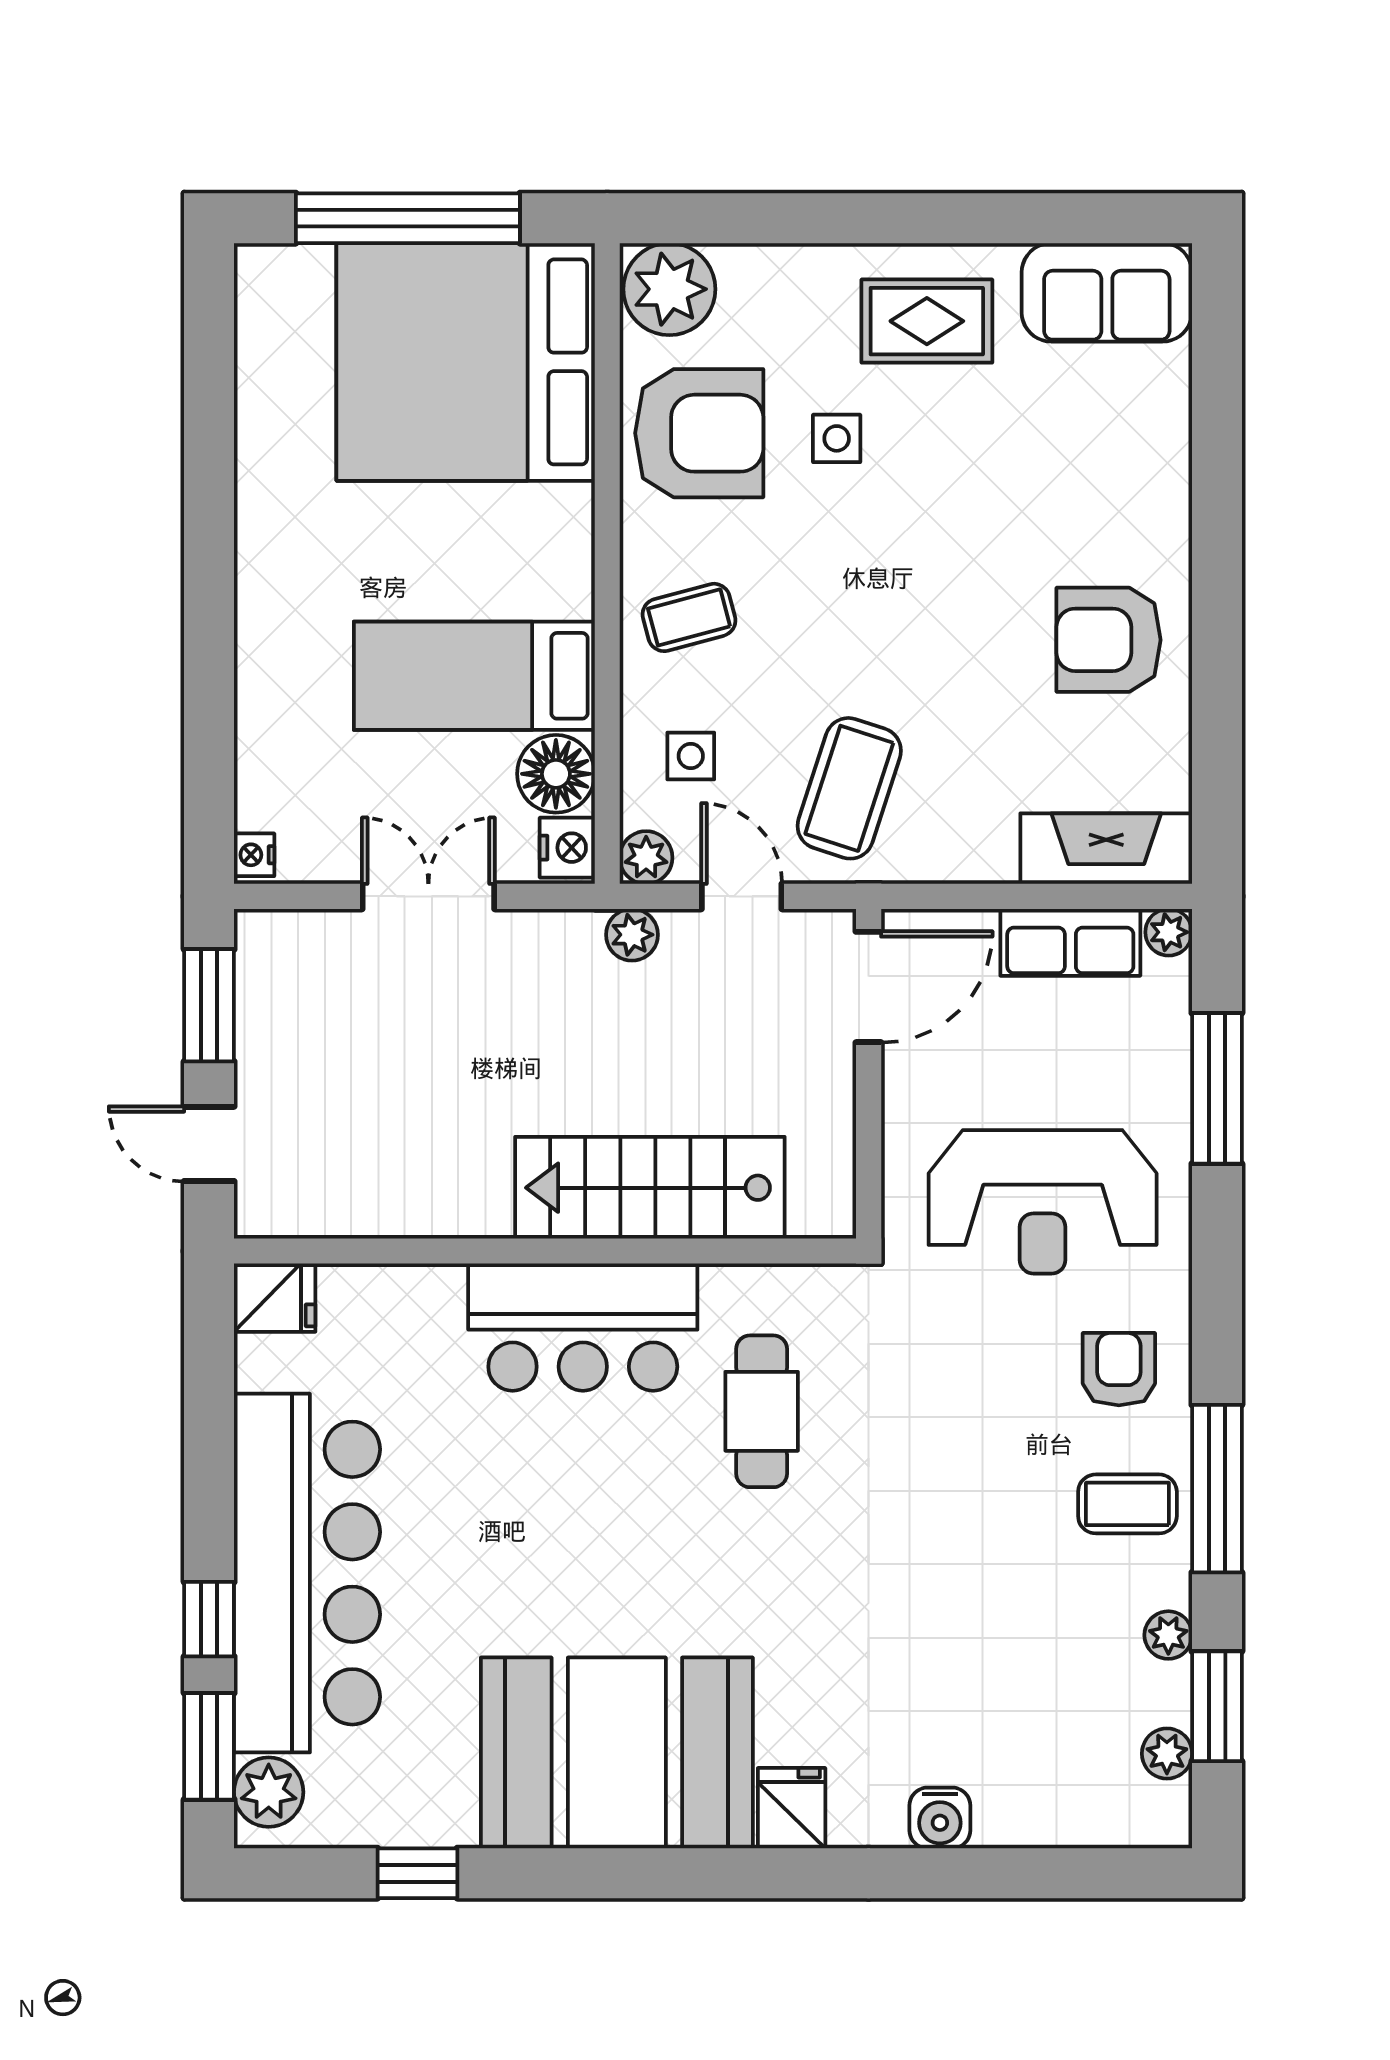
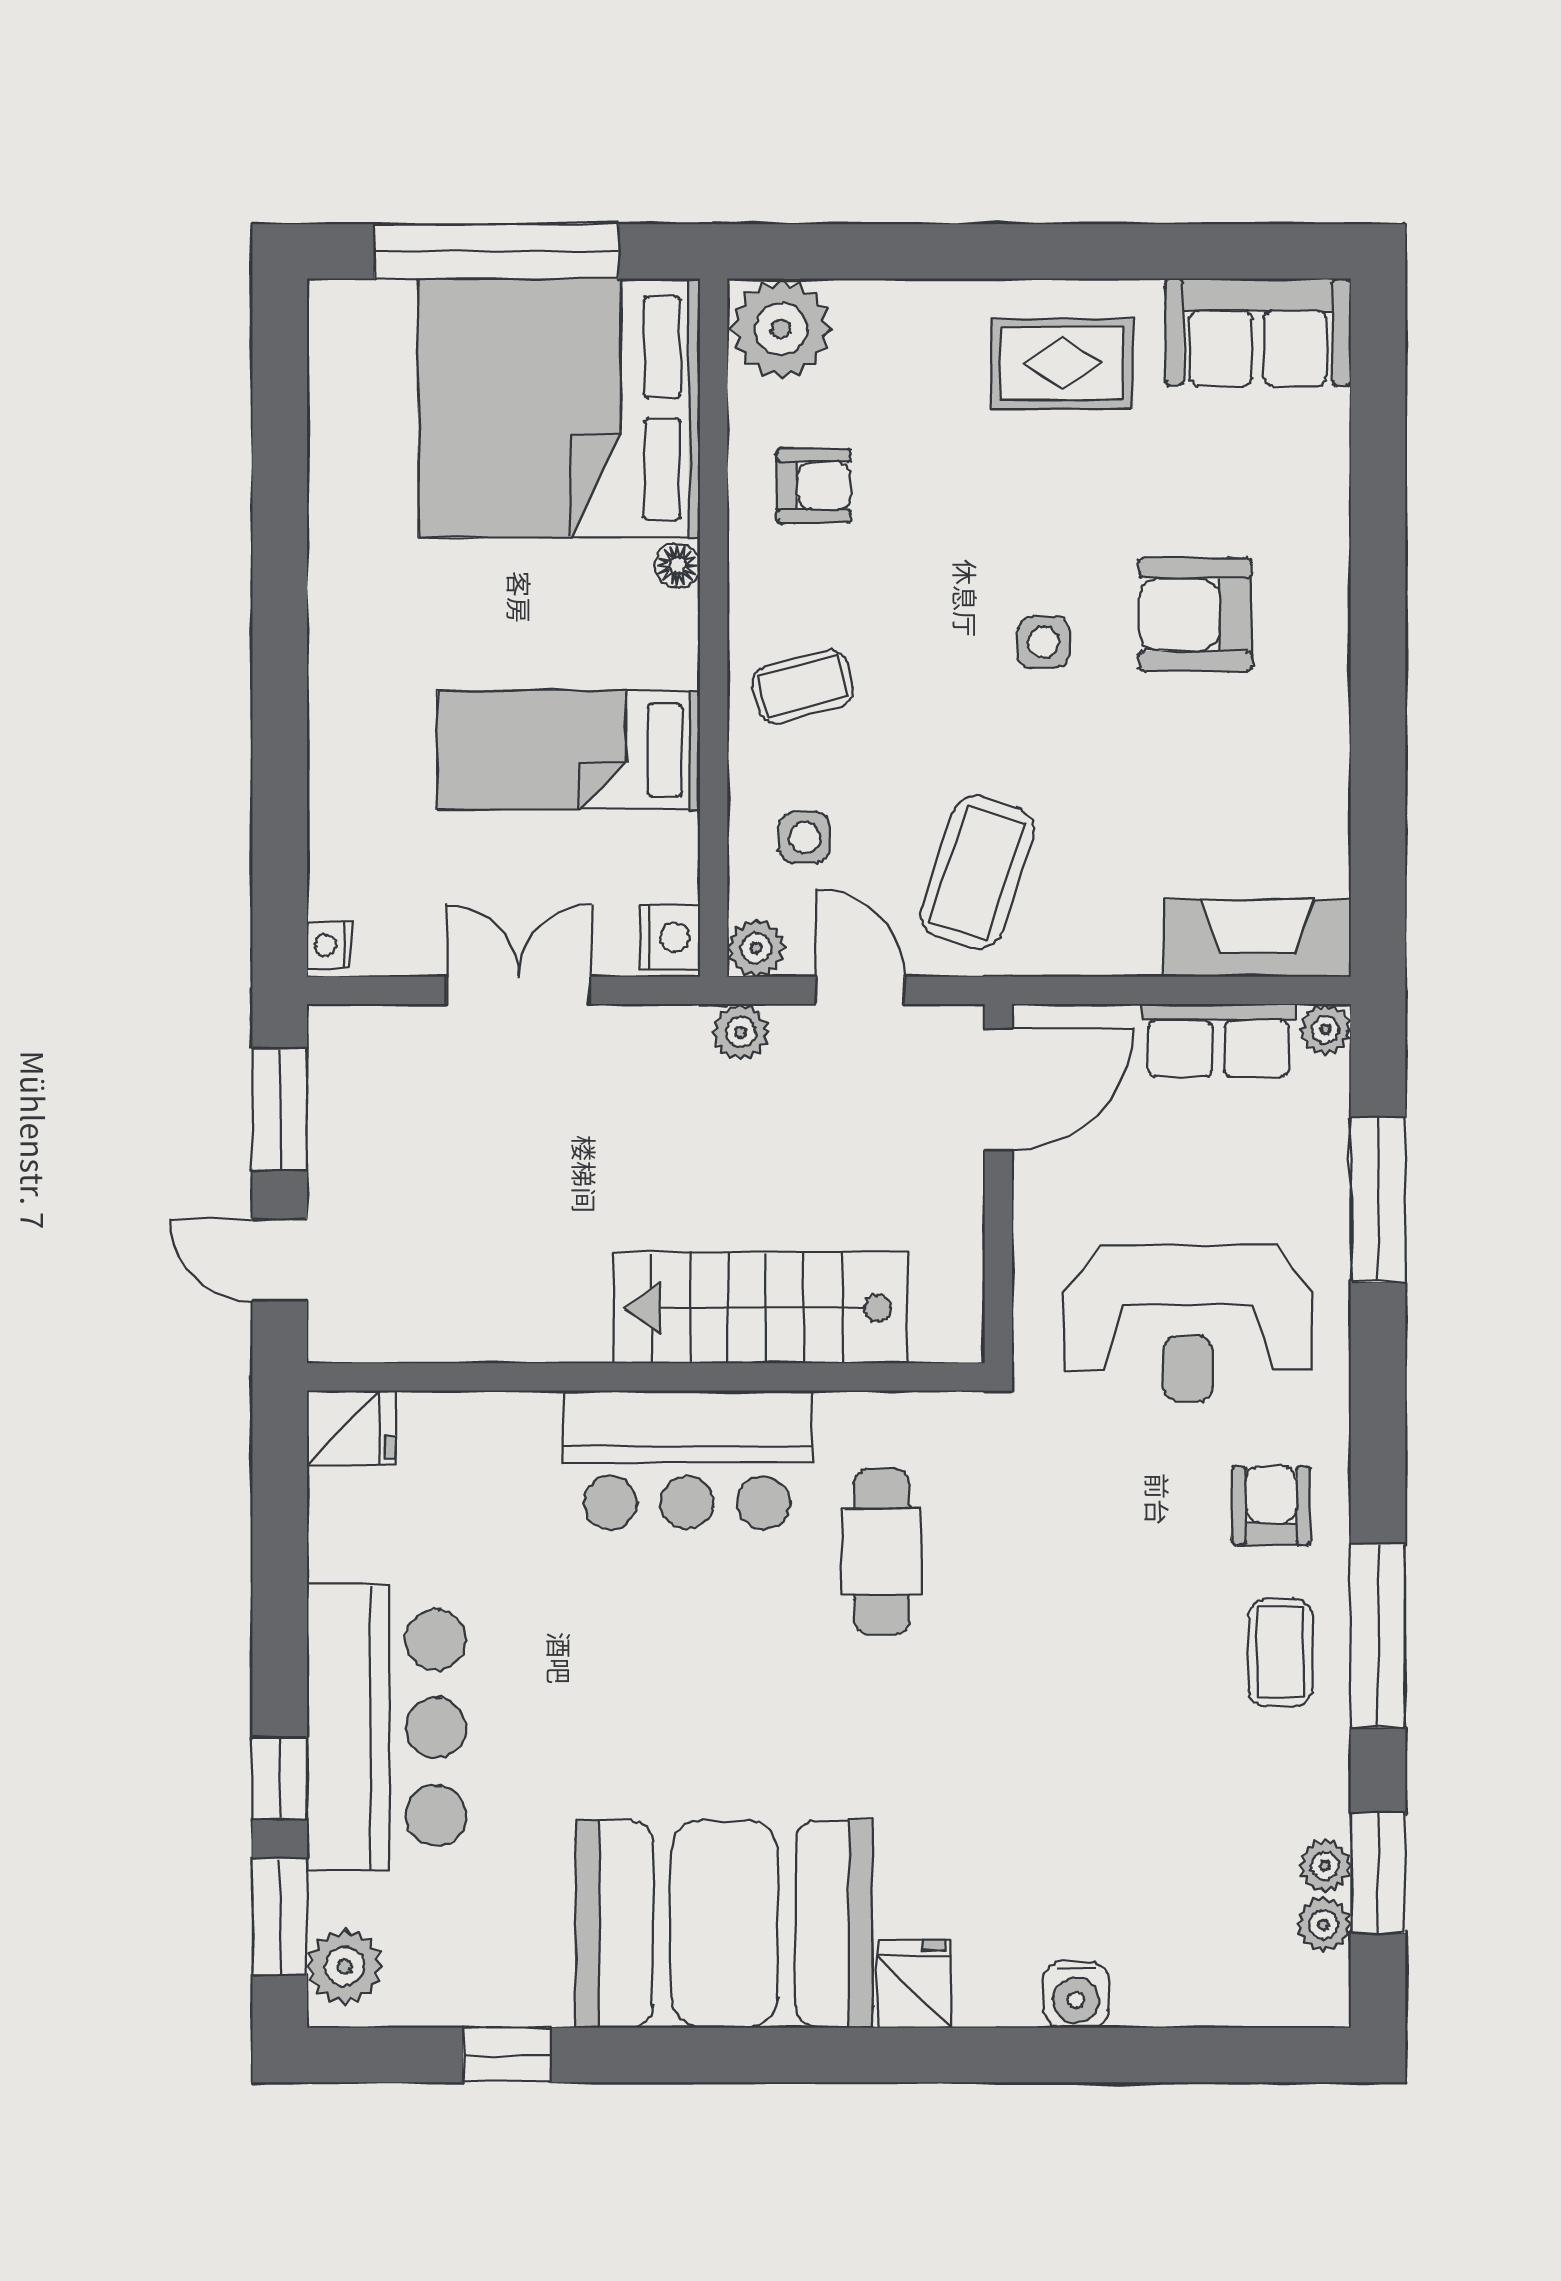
armchair: (699, 433) -> (814, 486), width x0.53, depth x0.53
side table: (837, 438) -> (1044, 642), moved
armchair: (1108, 640) -> (1195, 615), moved
floor lamp: (556, 774) -> (678, 565), moved, width x0.53, depth x0.53
coffee table: (1127, 1504) -> (1280, 1652), turned 90
bar counter: (307, 1573) -> (386, 1728), width x0.73
plant: (1168, 1635) -> (1325, 1866), moved

